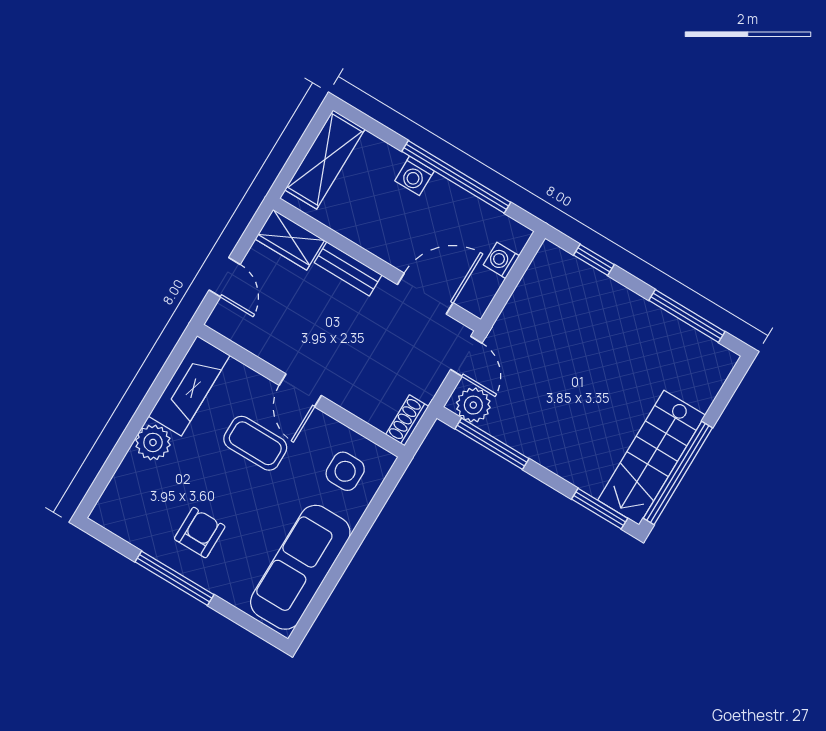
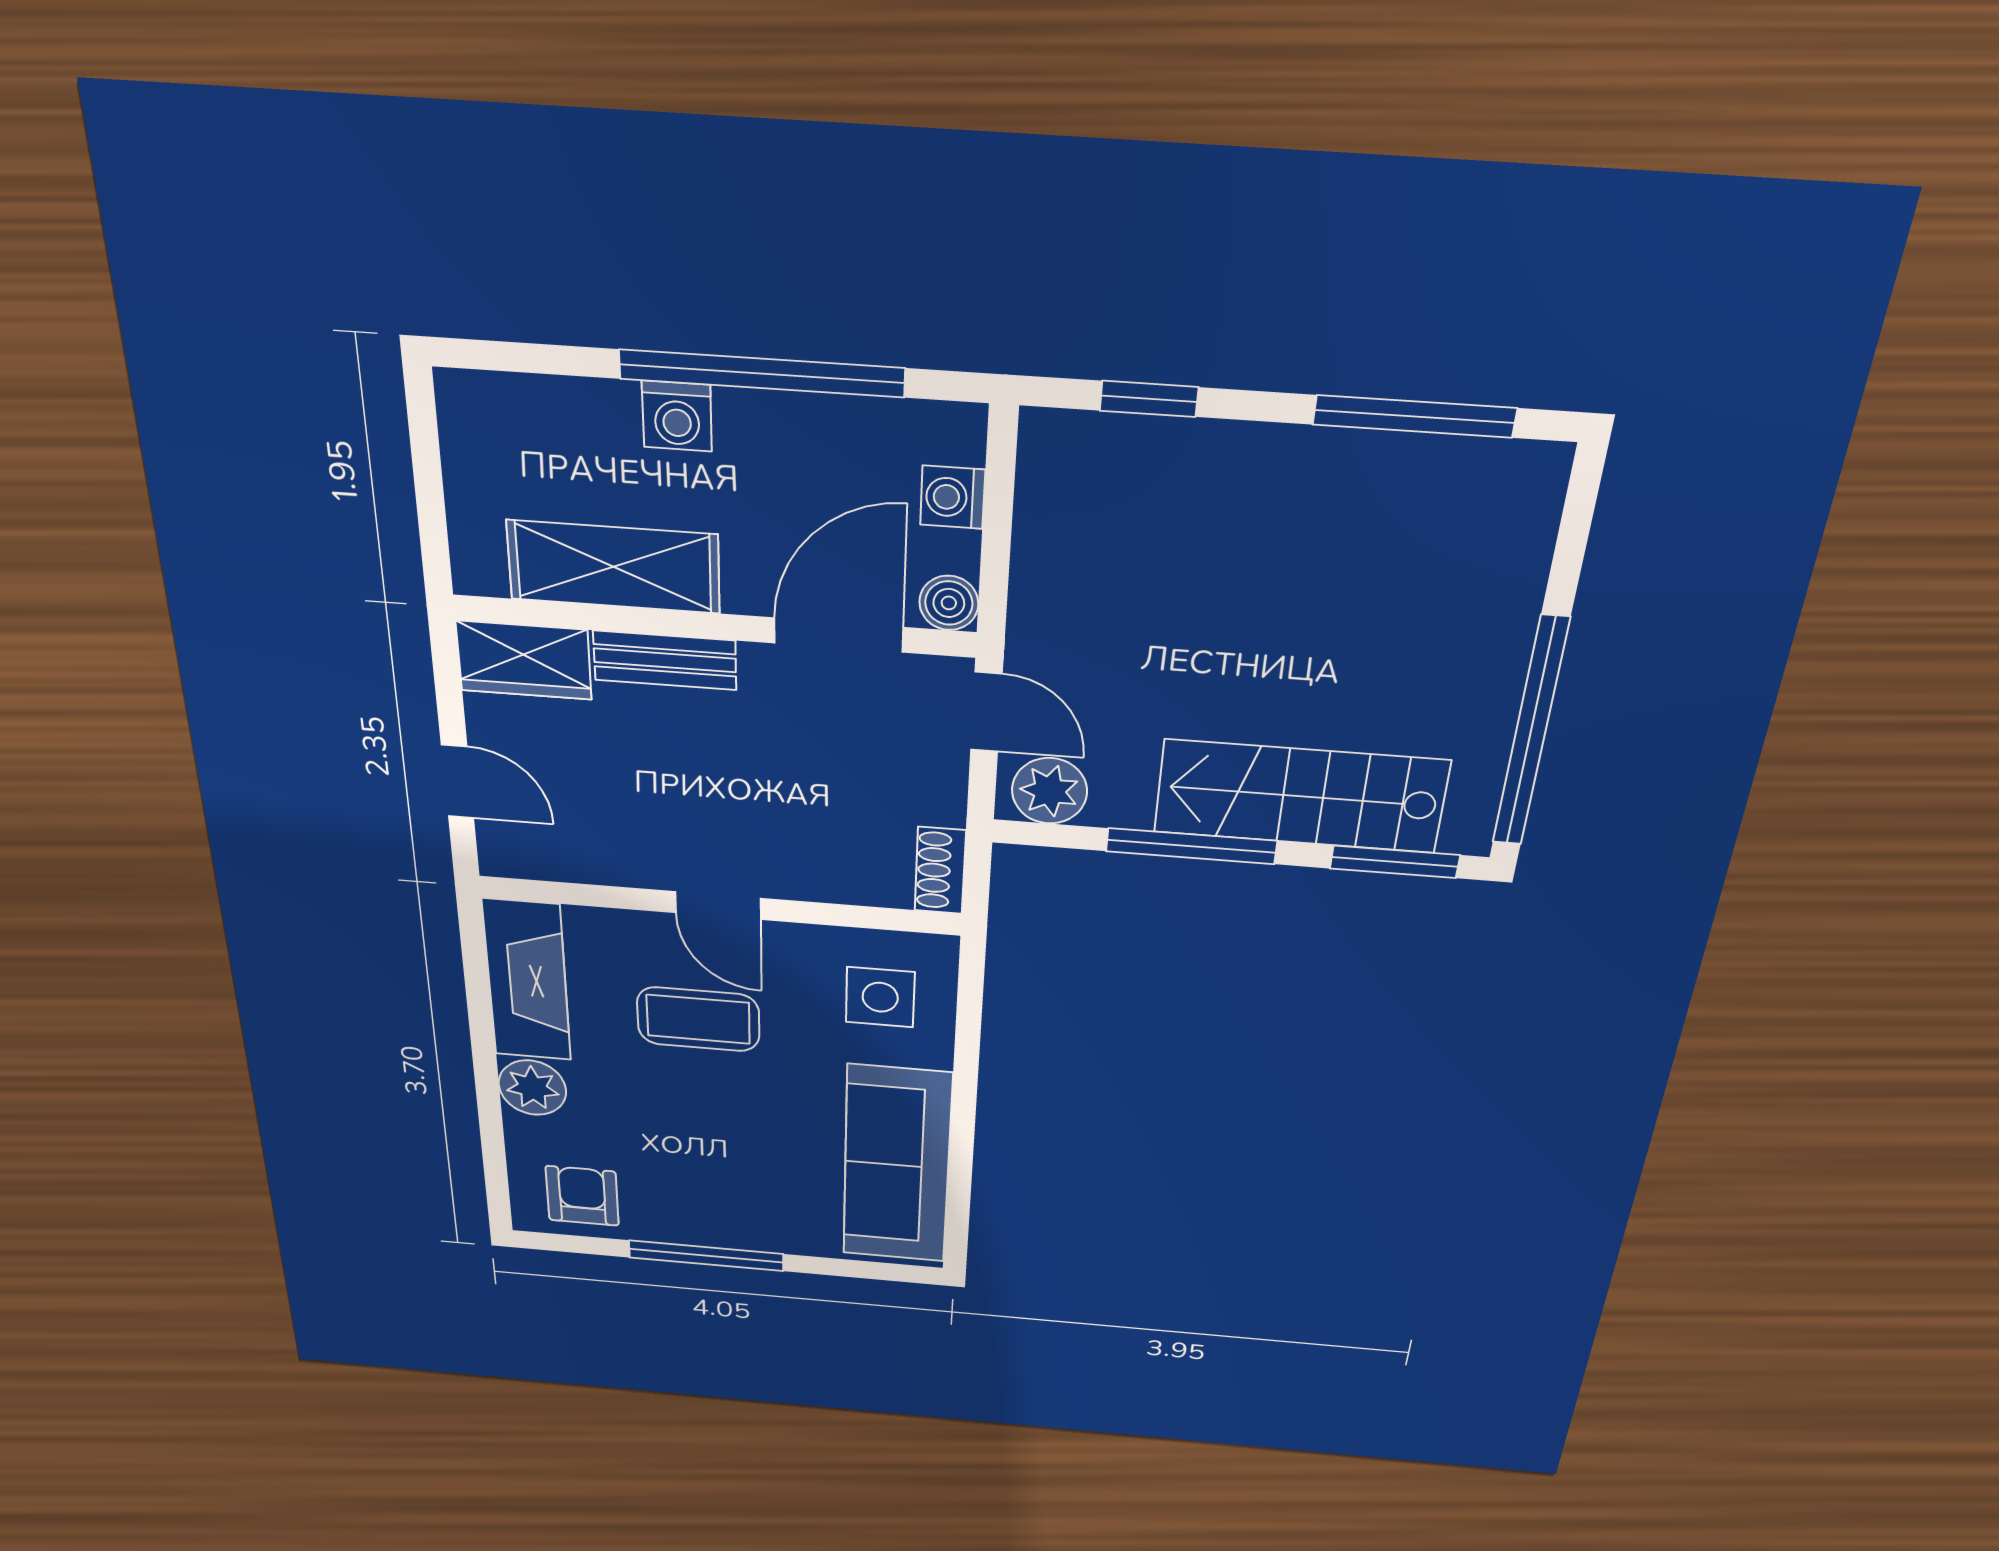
shelving: (325, 159) -> (614, 567), moved, turned 90
boiler: (477, 302) -> (949, 603), added
window: (492, 444) -> (1191, 846), moved
stairs: (652, 458) -> (1300, 796), moved, turned 90
armchair: (200, 533) -> (582, 1196), moved

